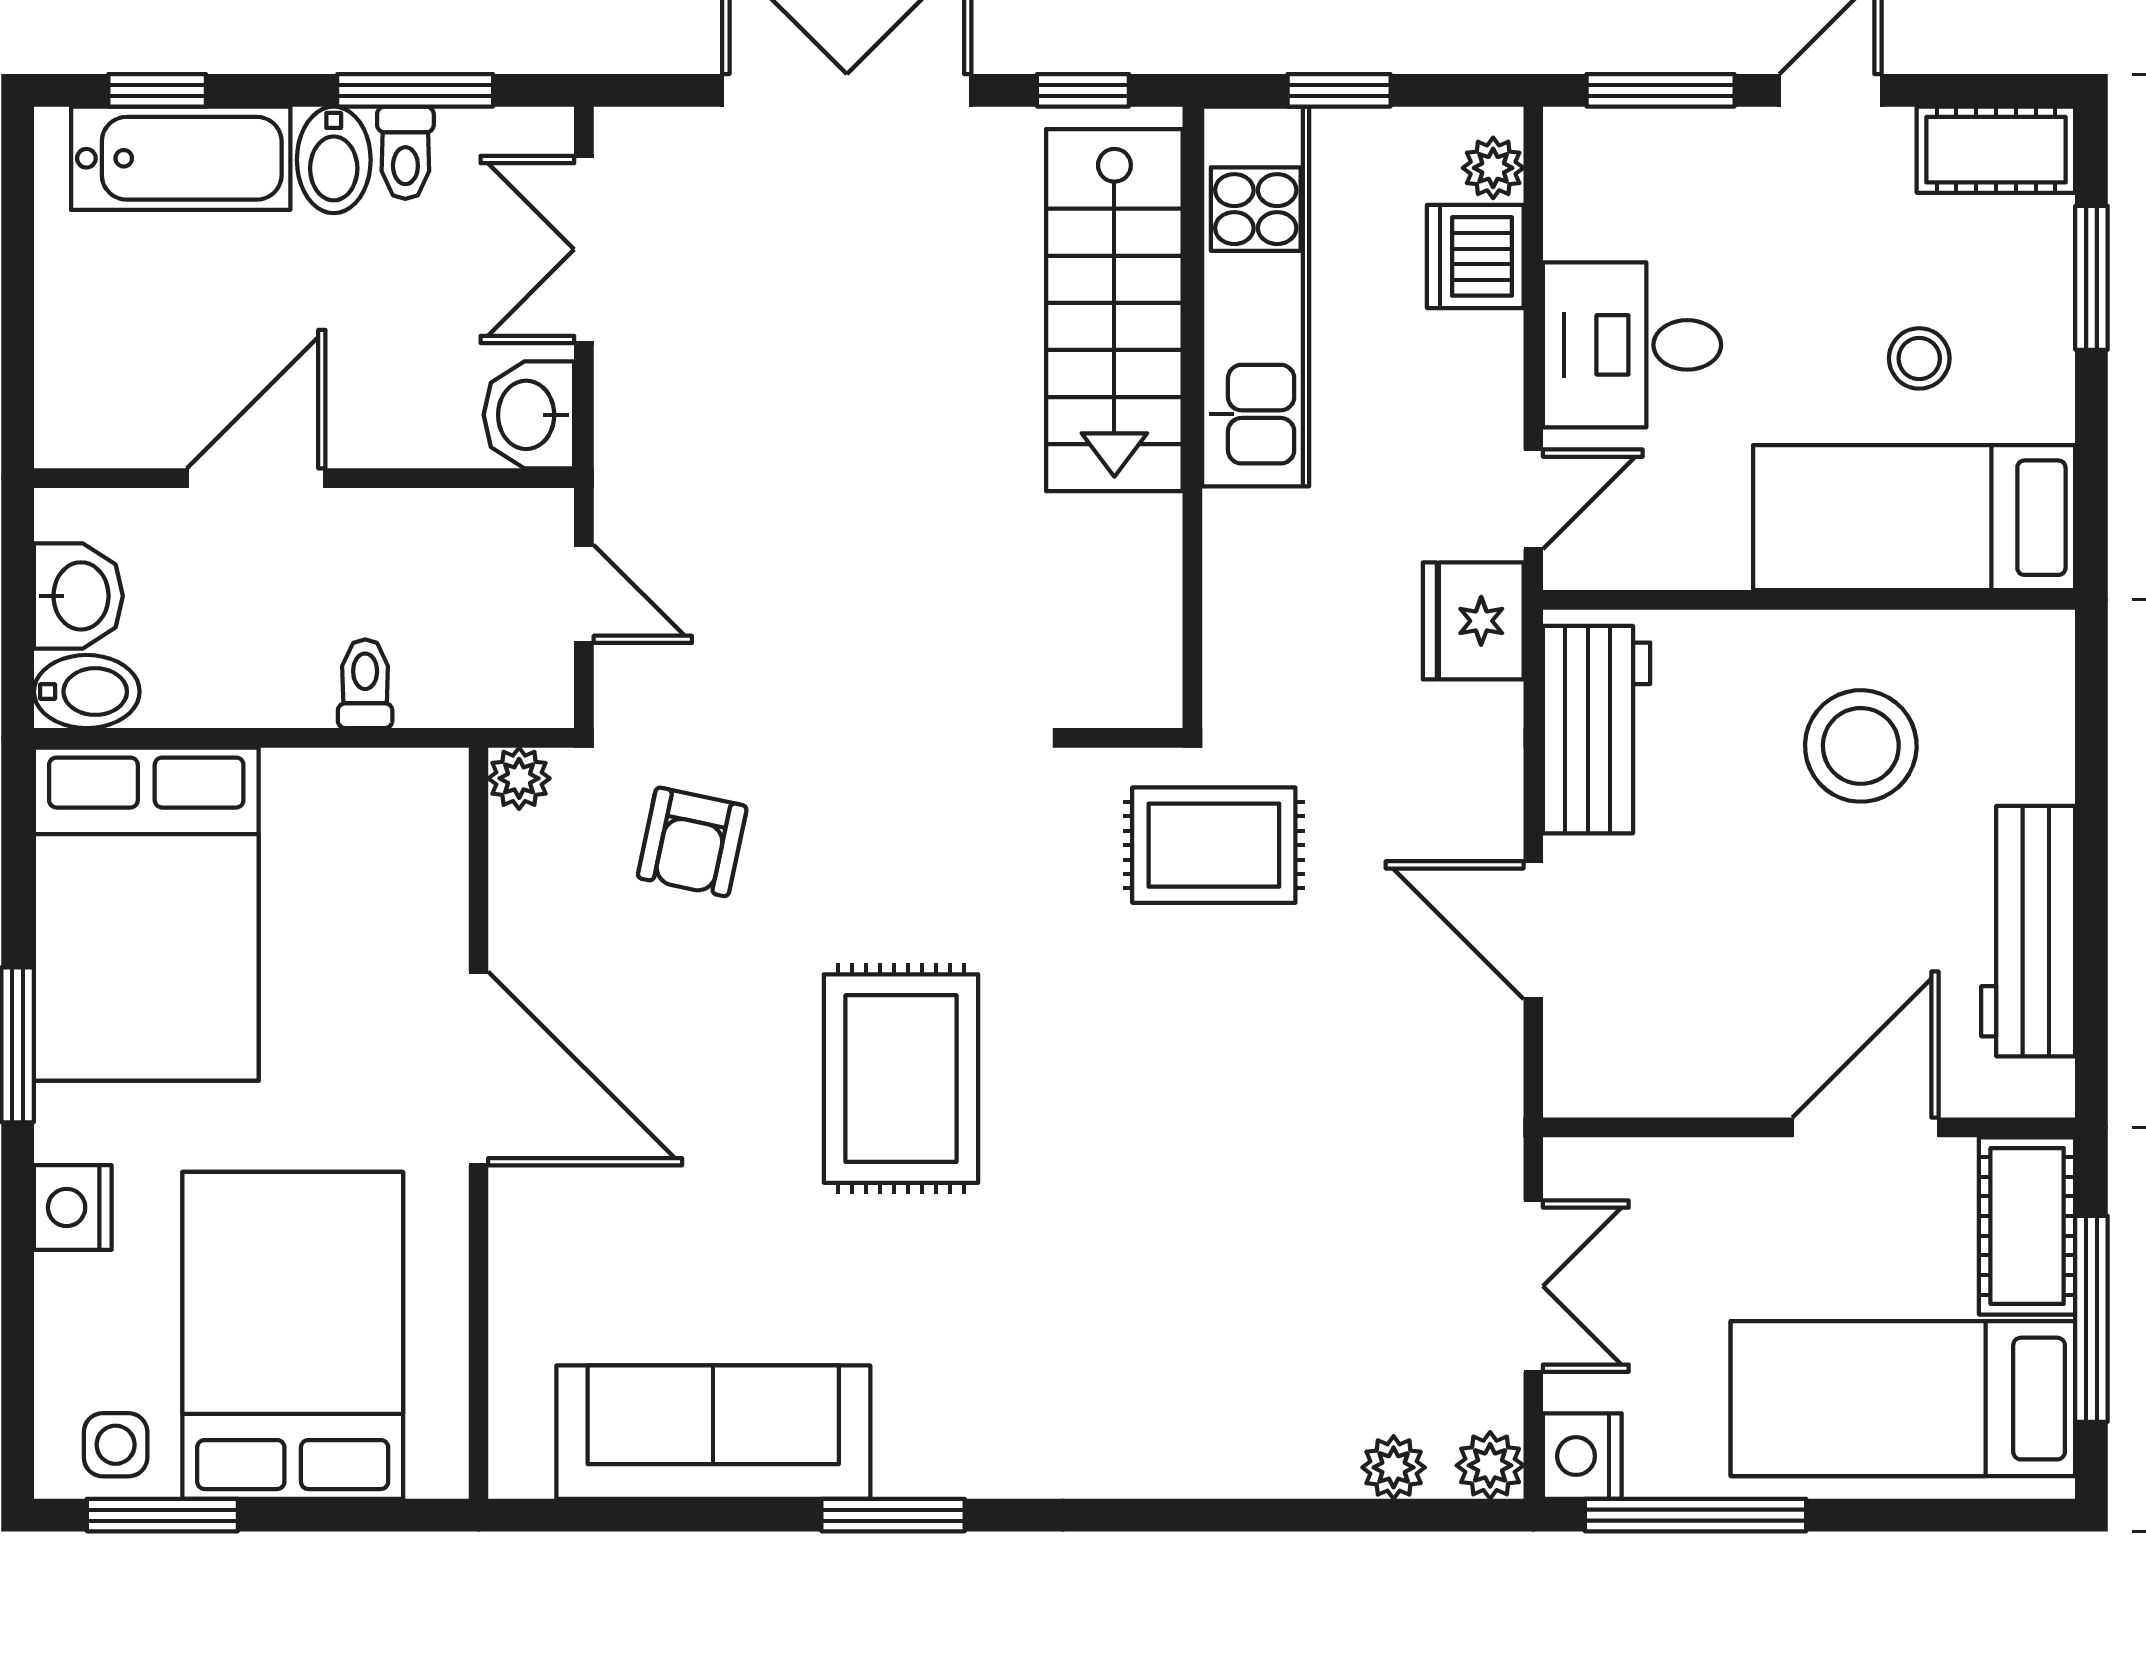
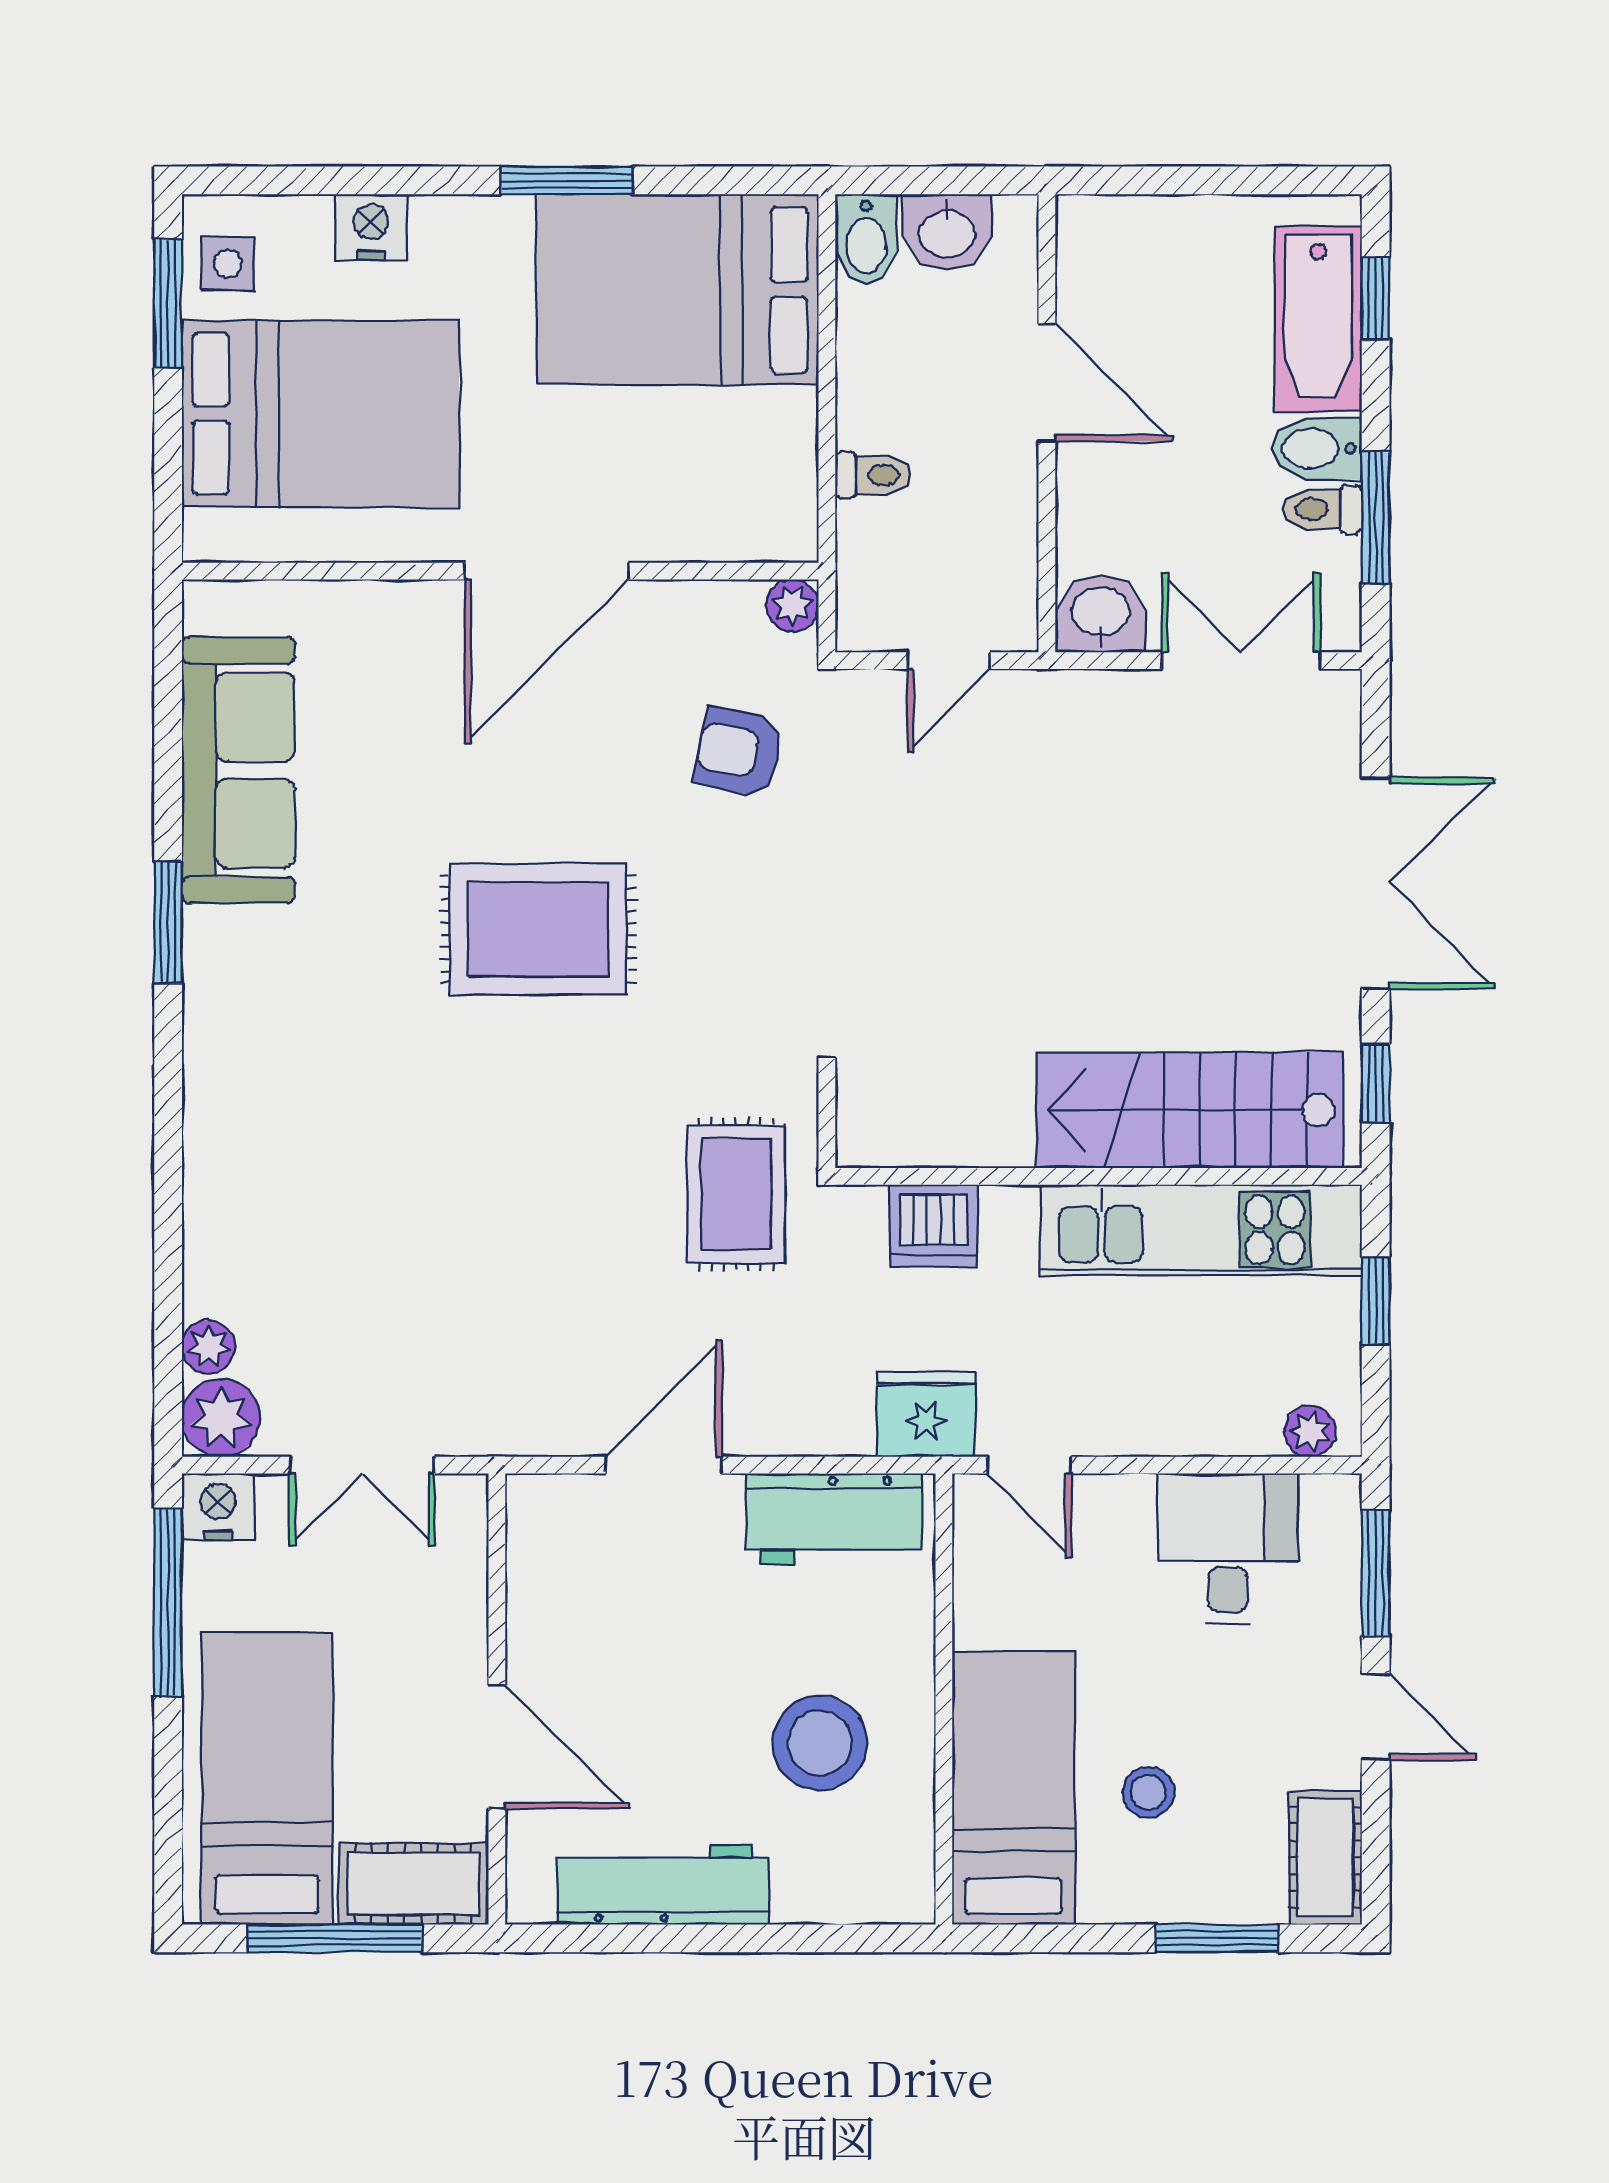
dishwasher: (1475, 256) -> (934, 1226), moved, turned 180
desk: (1632, 345) -> (1228, 1549), moved
nightstand: (73, 1207) -> (371, 227), moved
plant: (1490, 1465) -> (221, 1418), width x1.38, depth x1.38

